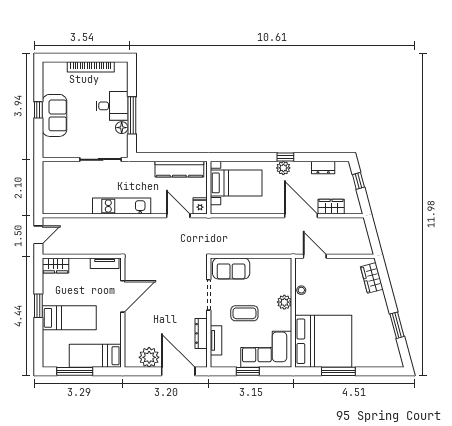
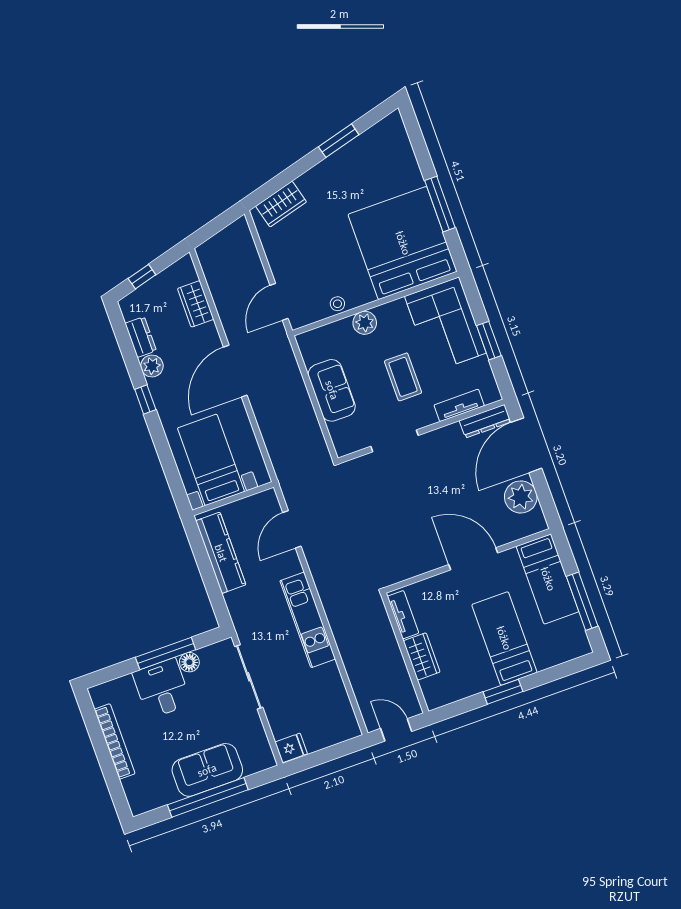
window: (38, 110) -> (208, 797), width x3.17
plant: (283, 168) -> (152, 366), moved
fridge: (200, 206) -> (291, 748), moved, turned 180
door: (301, 216) -> (235, 371), moved
wardrobe: (55, 265) -> (422, 656), moved
sofa: (231, 268) -> (332, 390), moved
door: (123, 296) -> (473, 559), moved
dresser: (201, 333) -> (485, 421), moved

